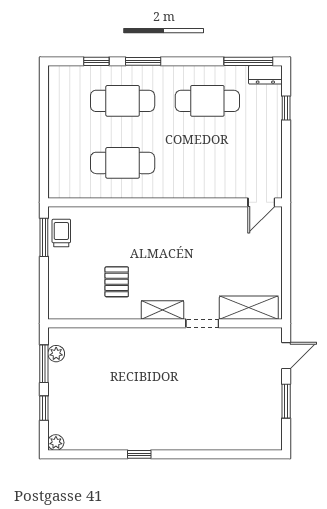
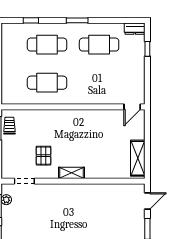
window: (143, 61) -> (77, 20), moved
window: (248, 61) -> (124, 20), removed
shelving: (249, 308) -> (138, 158), moved, turned 90
doorway: (202, 323) -> (24, 181), moved

